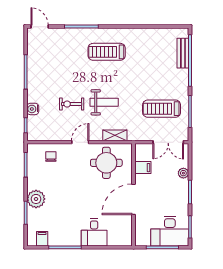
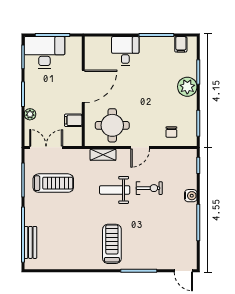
treadmill: (107, 52) -> (112, 244), turned -90
water cooler: (33, 109) -> (191, 196), moved

